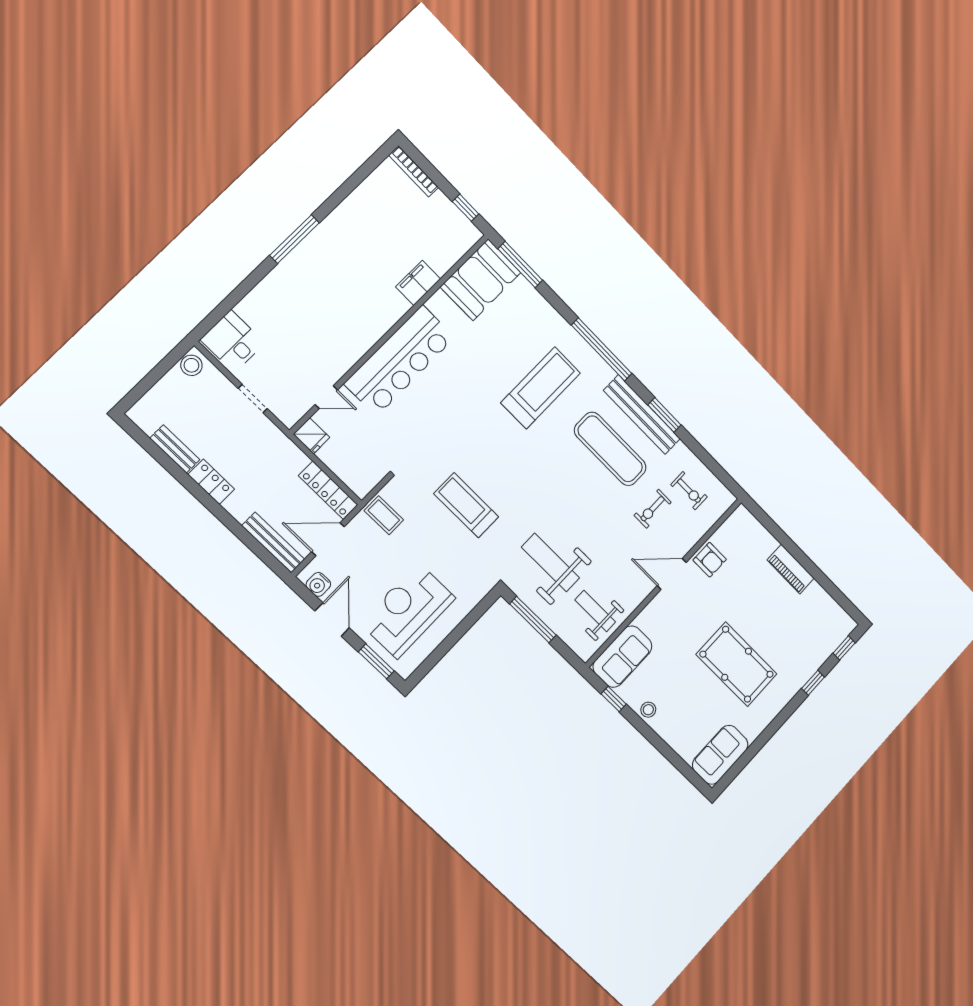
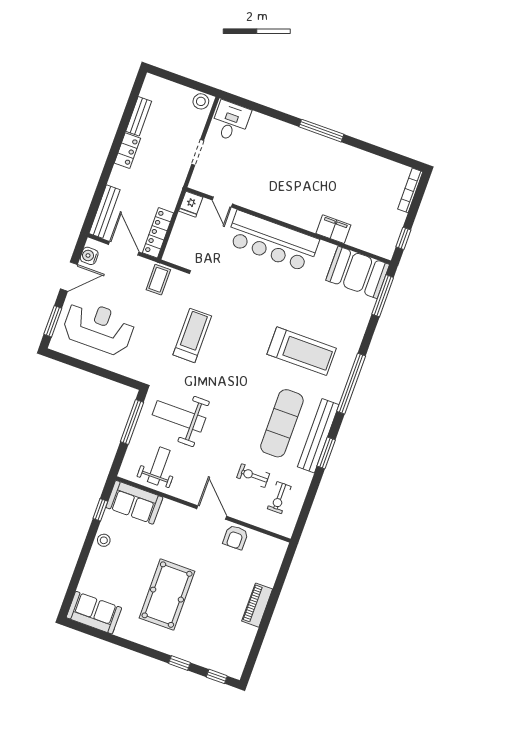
weight bench: (551, 563) -> (179, 416), turned -90

